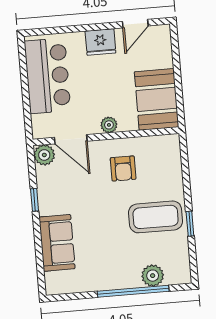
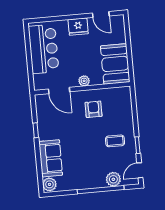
door: (135, 24) -> (101, 14), hinge flipped
plant: (44, 155) -> (49, 184), moved
armchair: (123, 168) -> (94, 109), turned 180
coffee table: (156, 217) -> (115, 141), width x0.54, depth x0.58
door: (193, 262) -> (140, 170), added

